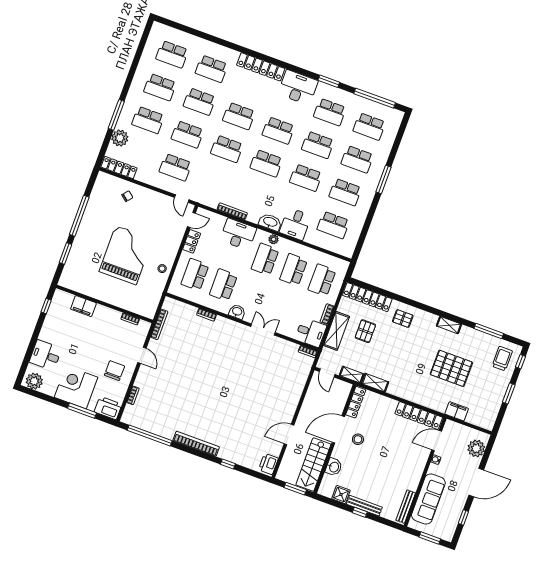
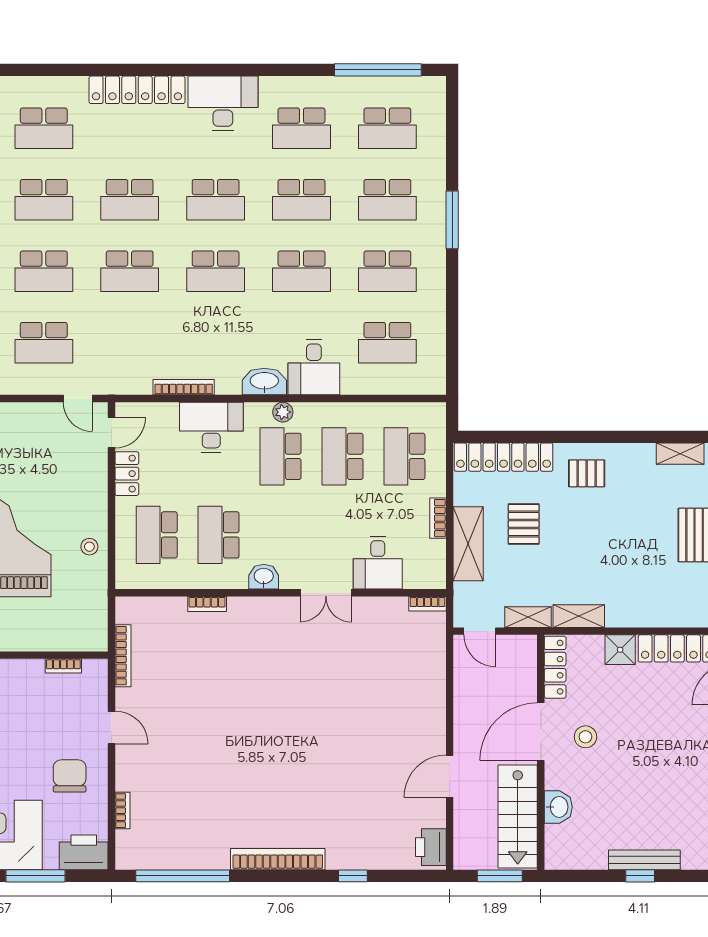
window: (329, 81) -> (278, 70), removed
double door: (263, 330) -> (326, 593), swing flipped
desk: (311, 332) -> (378, 563), moved, turned 90
shower: (341, 495) -> (620, 650), moved

